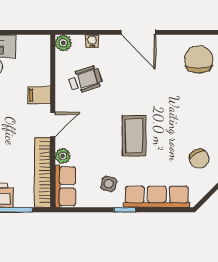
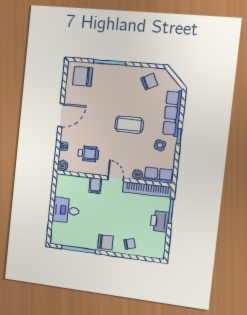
wheelchair: (85, 80) -> (88, 154), turned 108

